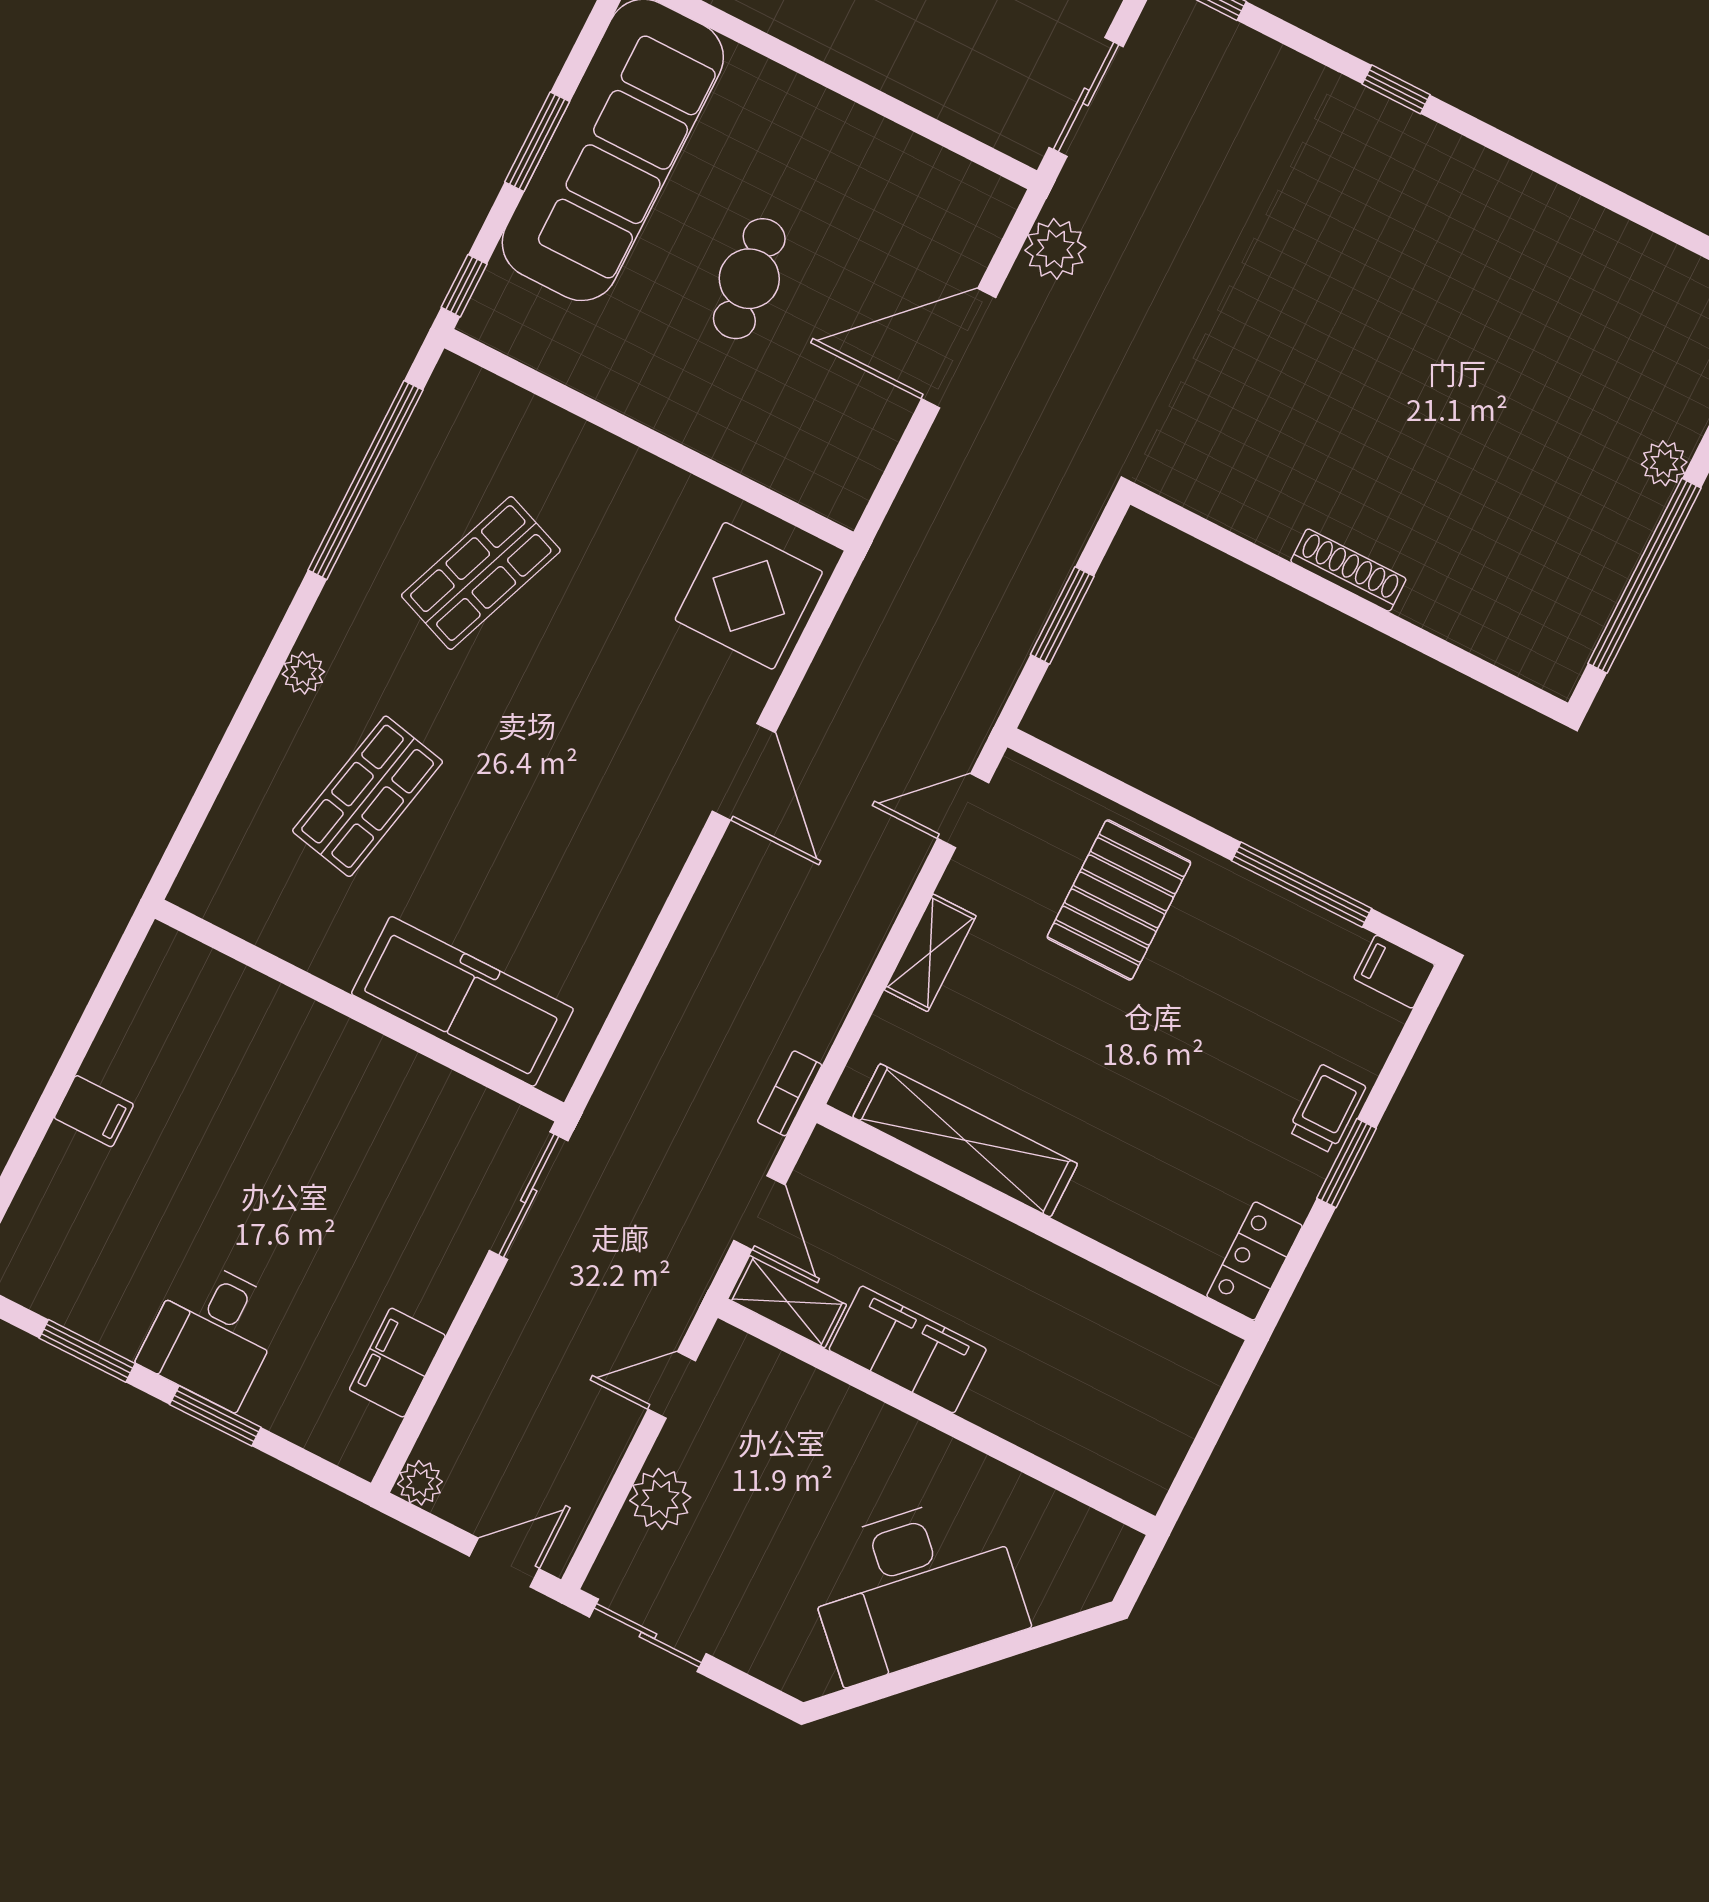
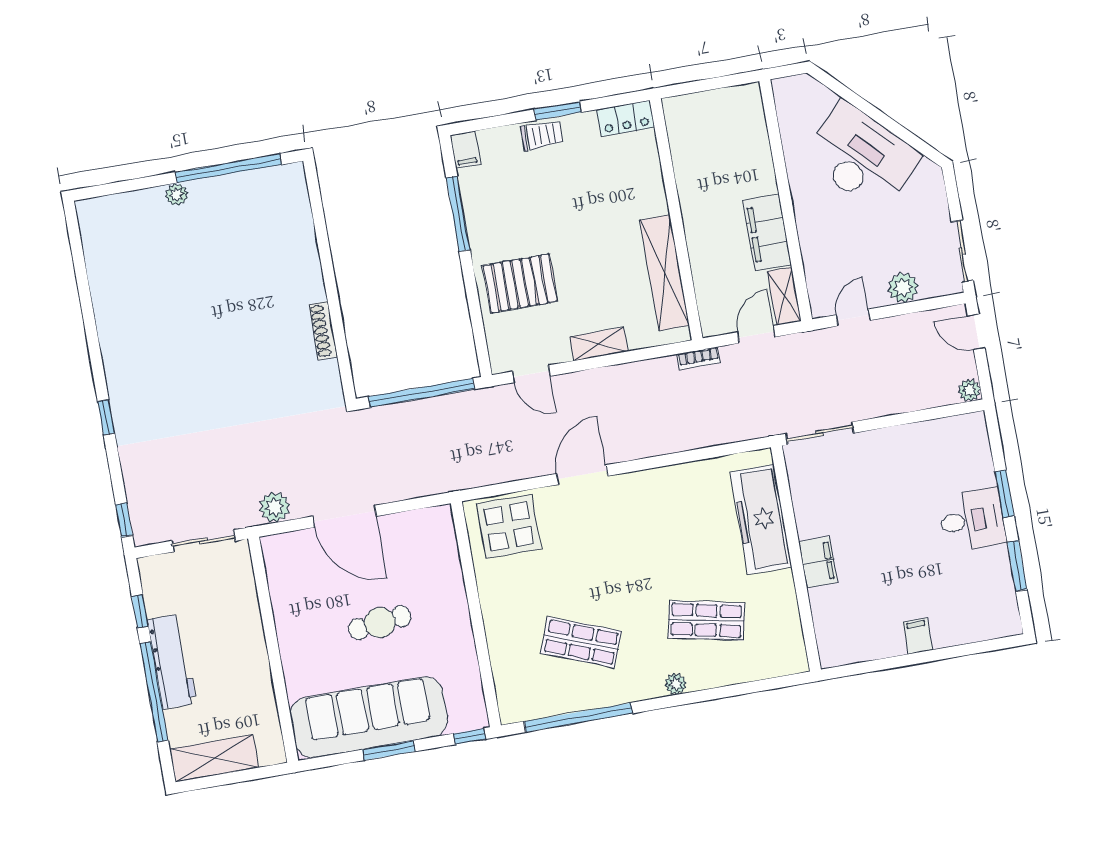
shoe rack: (1348, 570) -> (323, 331), moved
window: (1062, 615) -> (422, 393), width x2.11
trolley: (1327, 1109) -> (542, 135), turned 180
filing cabinet: (397, 1363) -> (818, 562), moved, turned -90
door: (672, 1385) -> (853, 318), swing flipped

